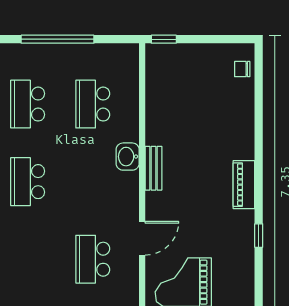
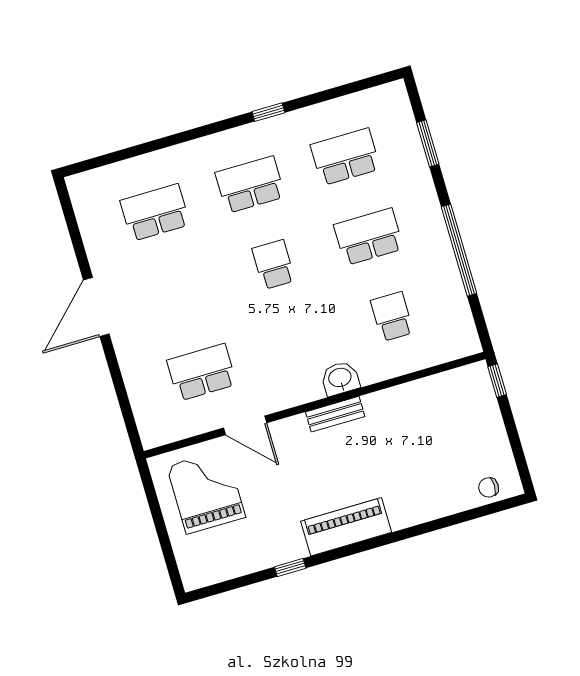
chair: (242, 69) -> (489, 487), turned -90
school desk: (93, 104) -> (392, 317), width x0.54
school desk: (28, 182) -> (273, 265), width x0.54
piano: (244, 185) -> (346, 527), width x1.37, depth x1.33

